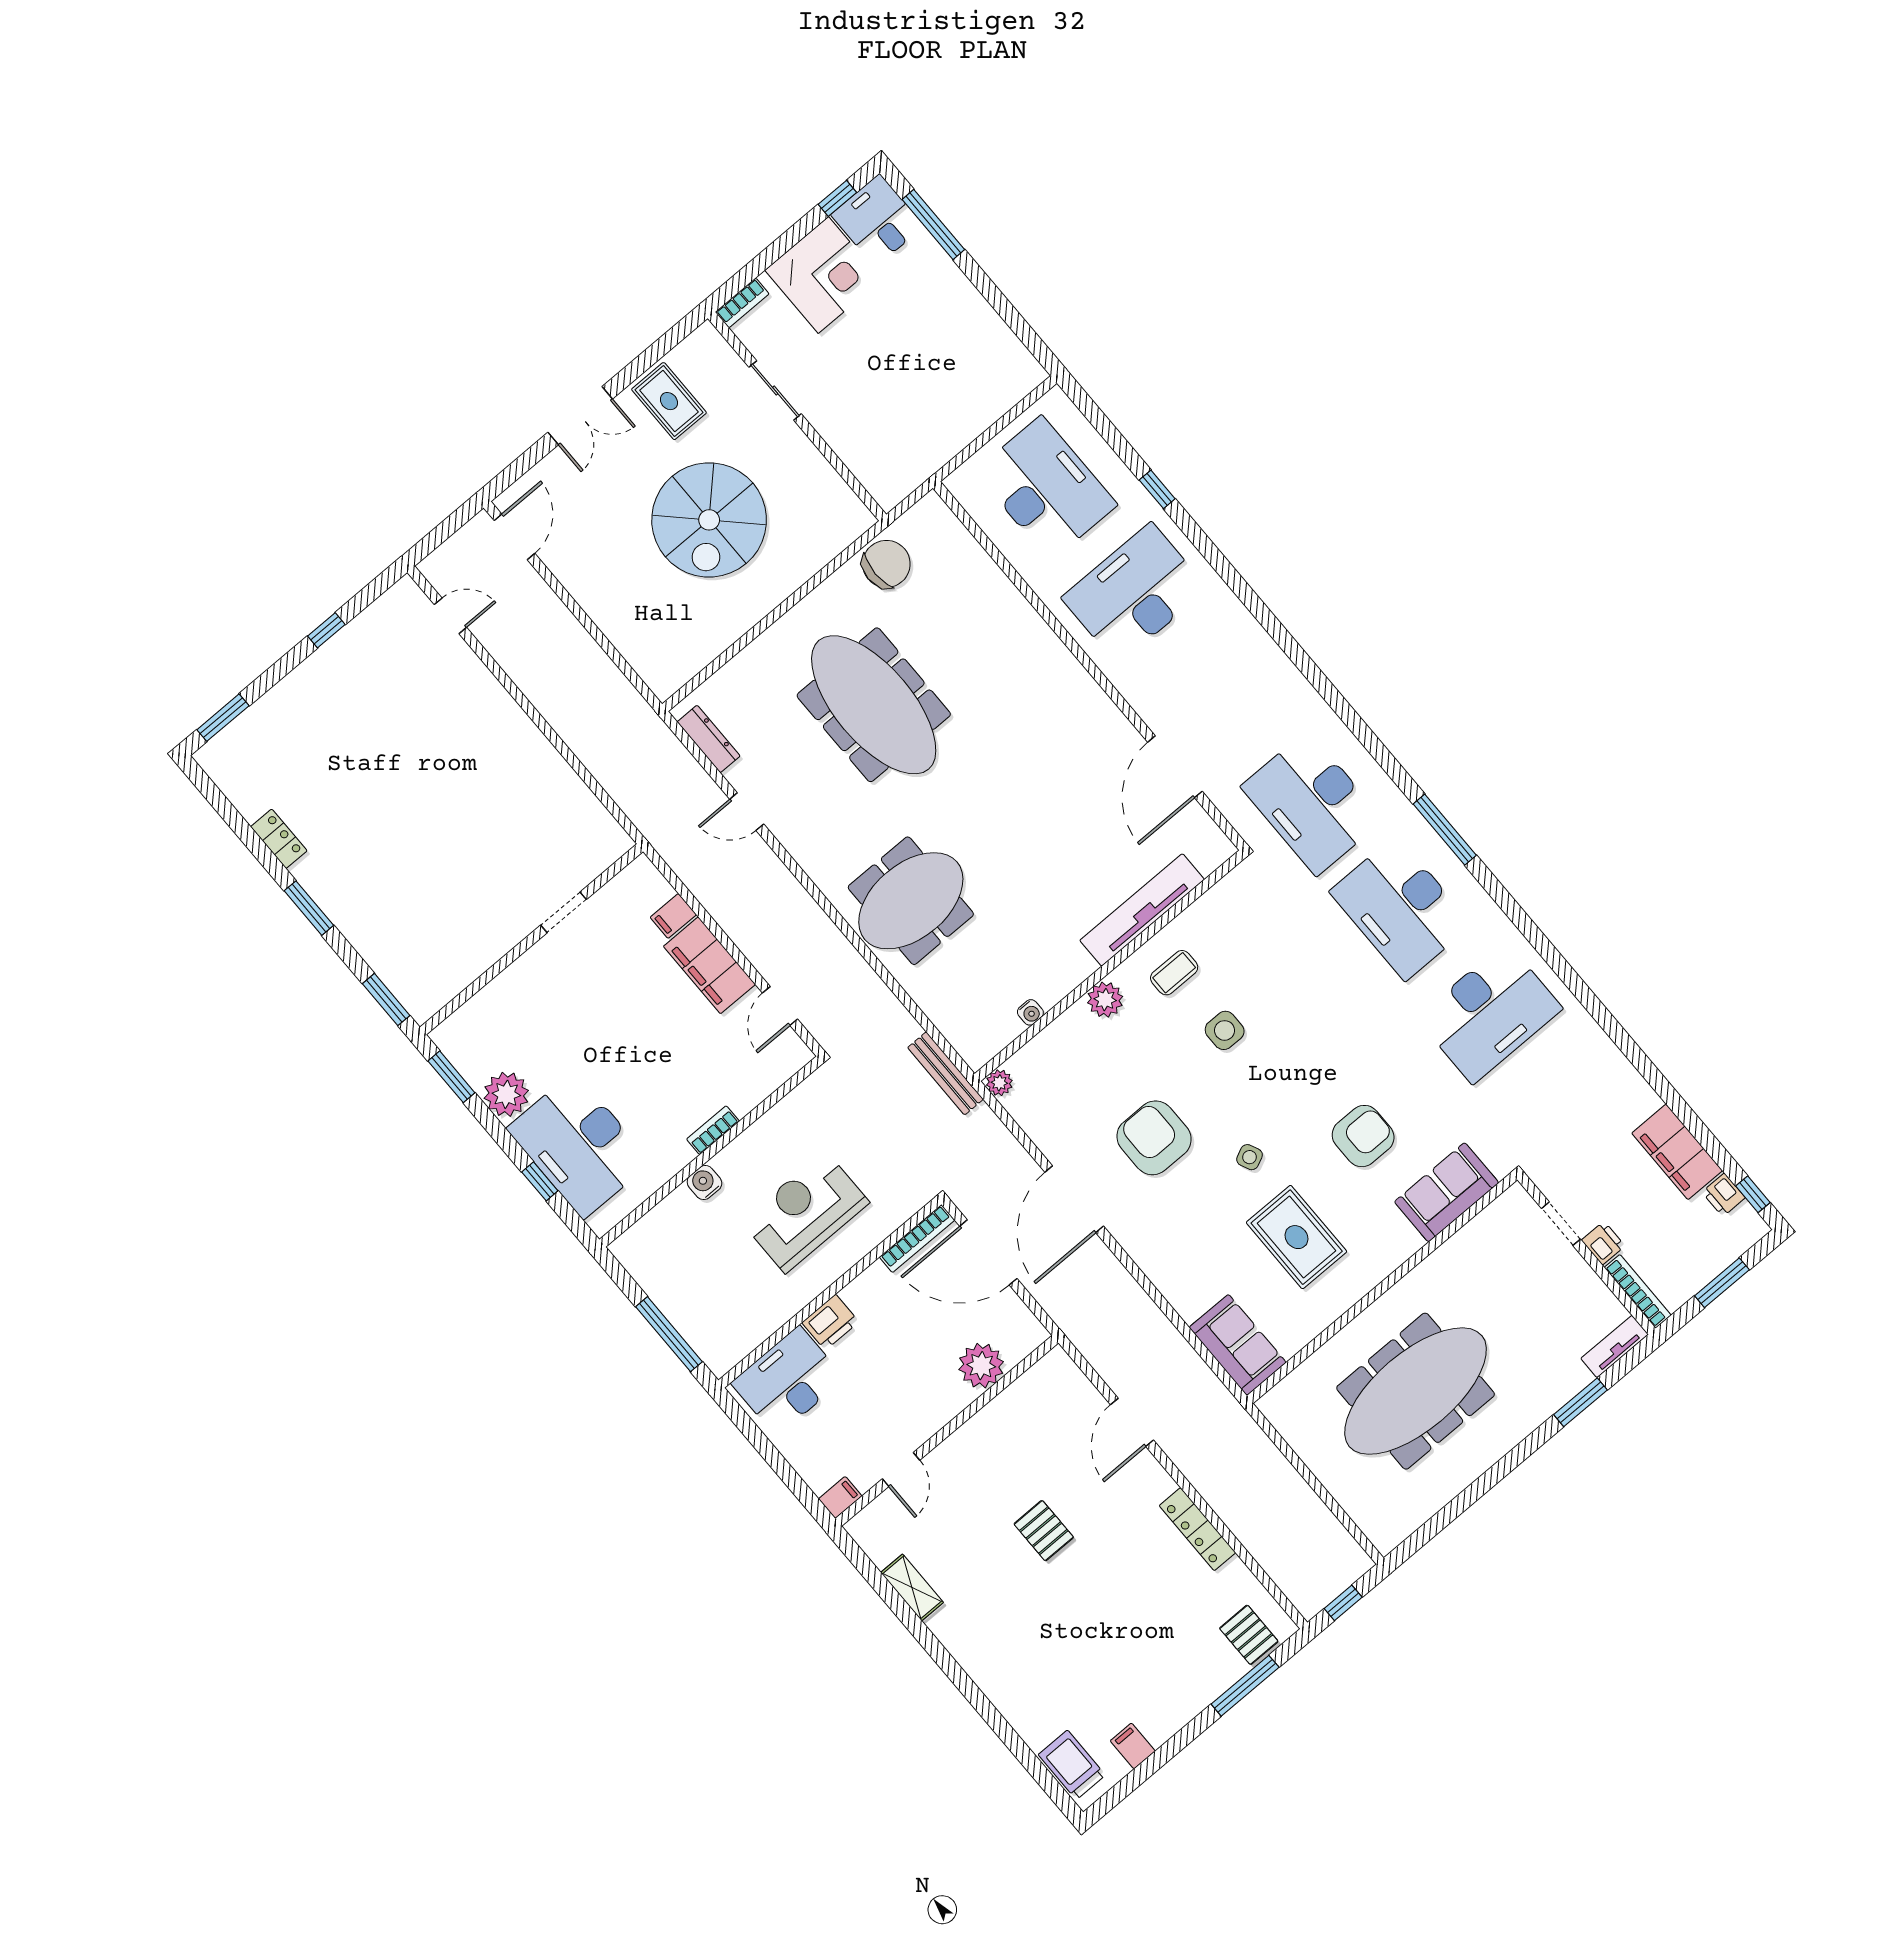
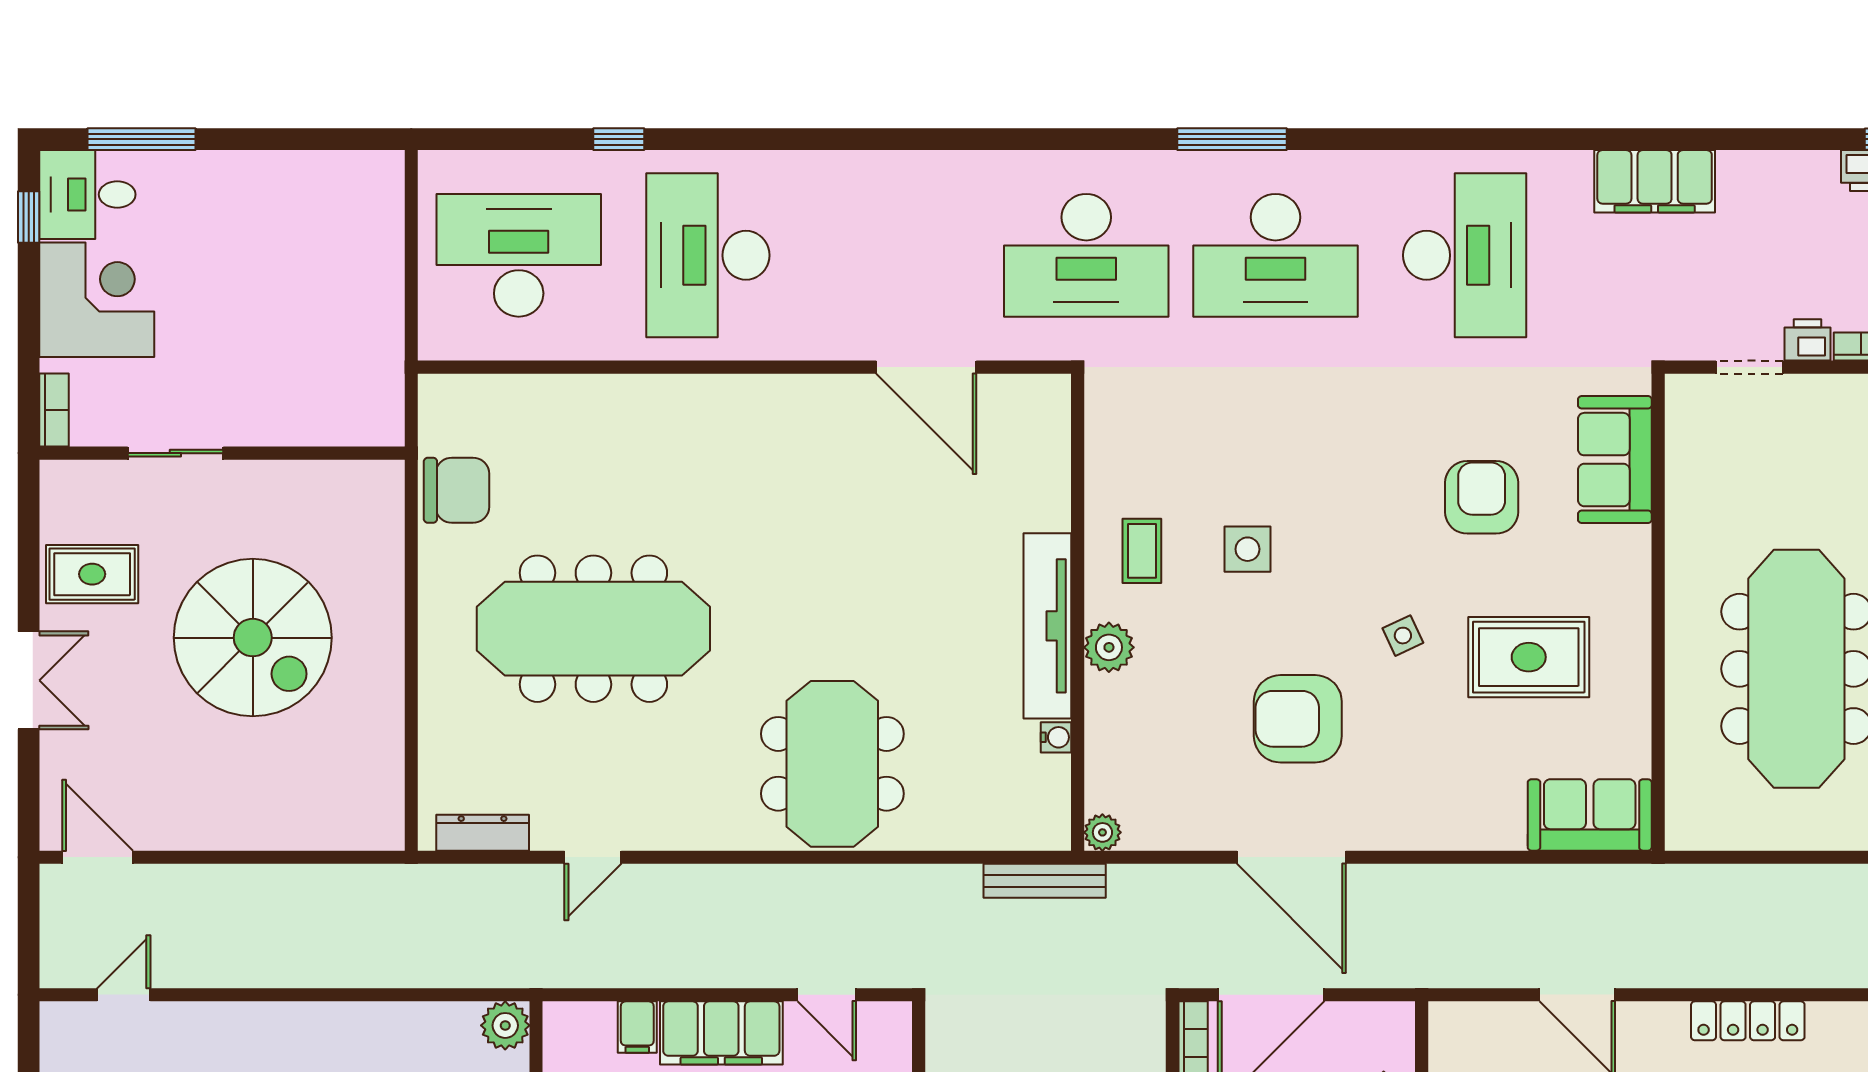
chair: (886, 564) -> (457, 490), turned 90
plant: (612, 842) -> (505, 1025), added
tv unit: (1142, 910) -> (1047, 626), moved
filing cabinet: (1677, 1152) -> (1655, 181), moved

